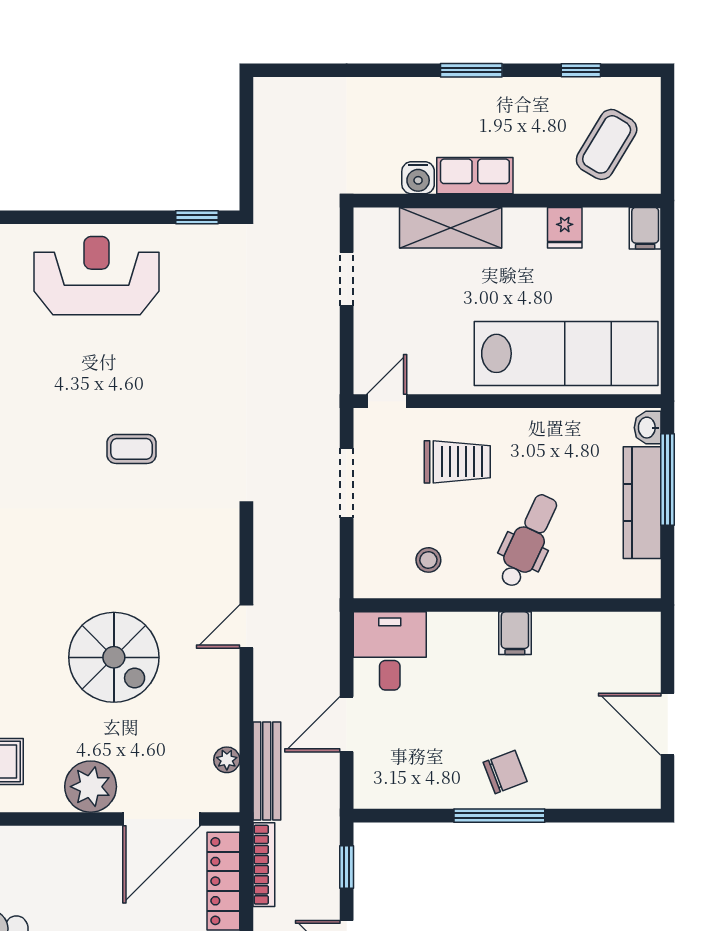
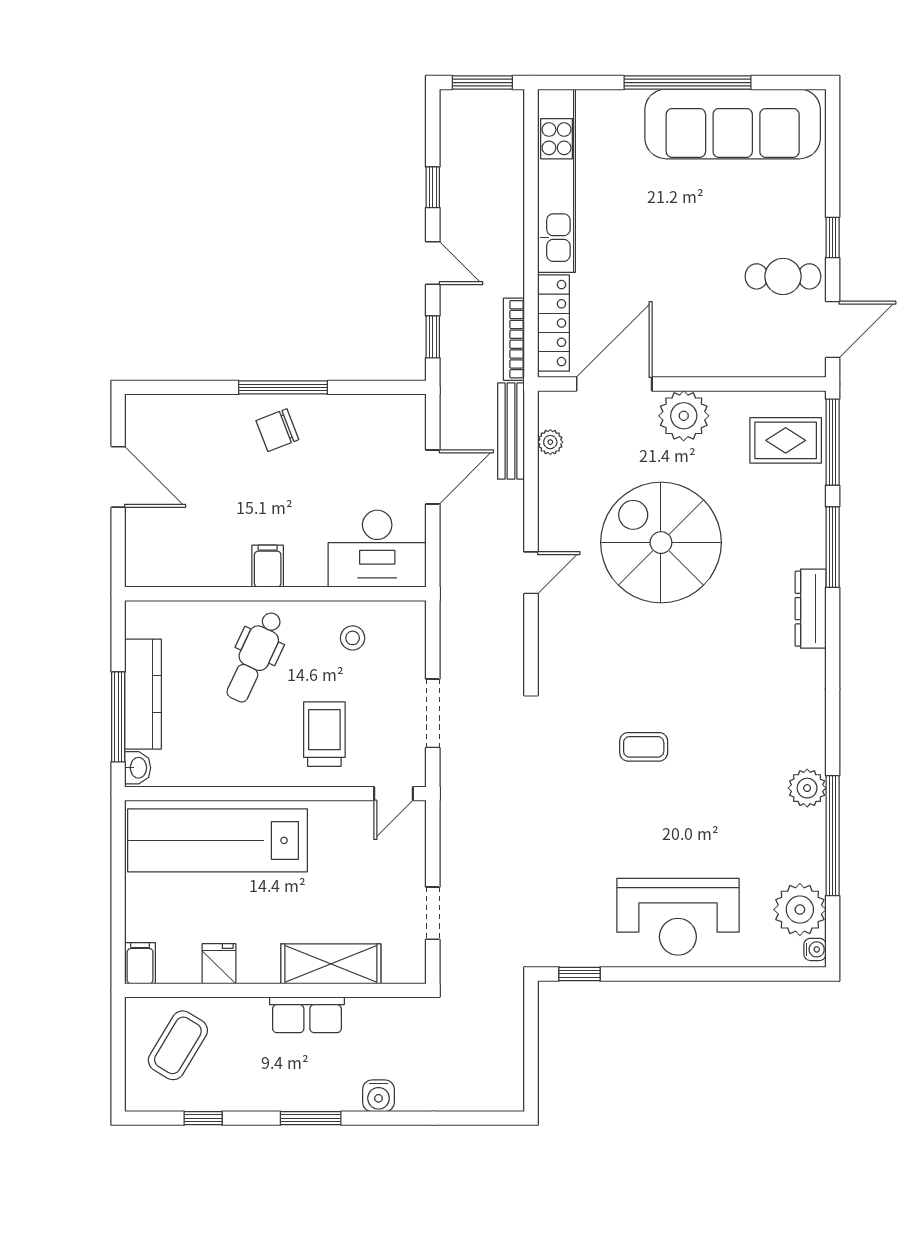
water cooler: (418, 178) -> (378, 1096), moved, turned 180
trolley: (457, 462) -> (324, 734), turned 90
desk: (390, 651) -> (377, 549), width x1.37
spiral stairs: (114, 657) -> (661, 543), width x1.37, depth x1.37

